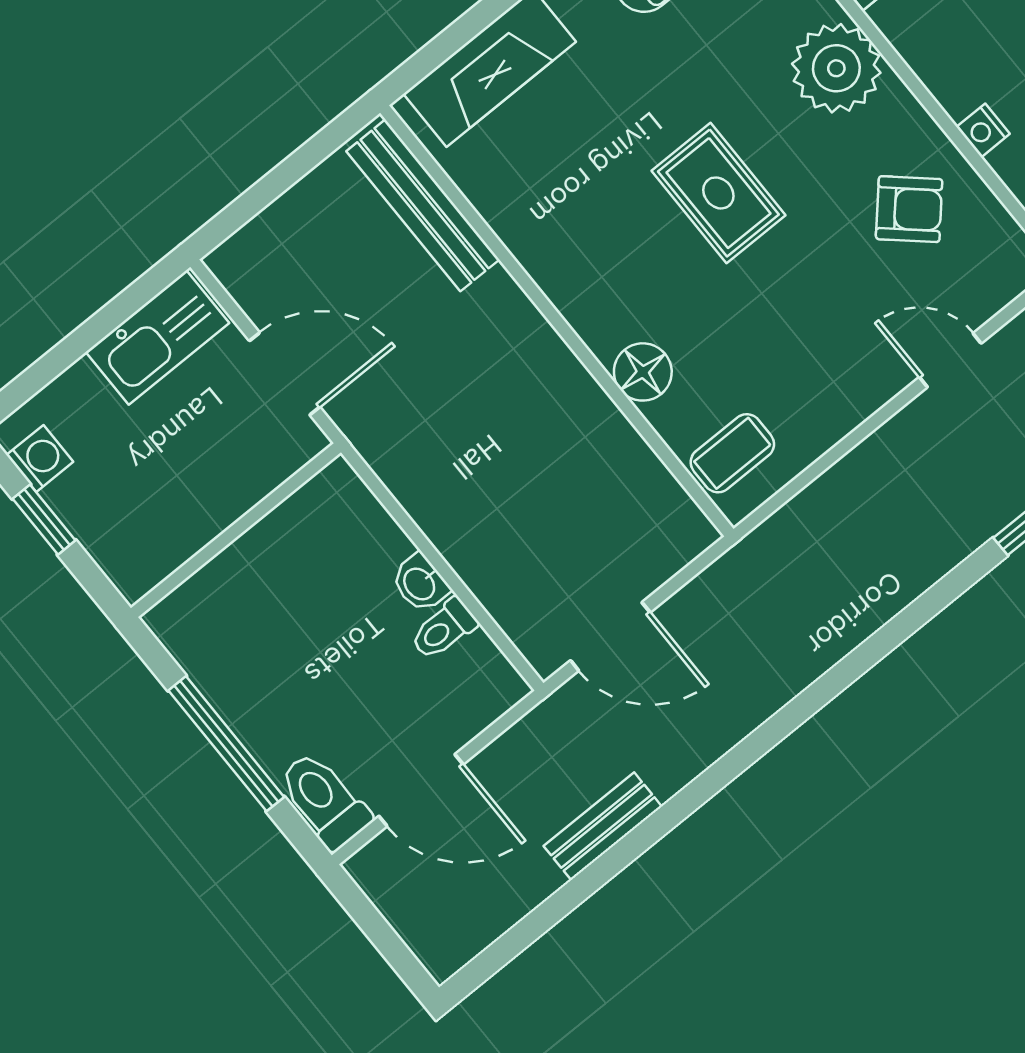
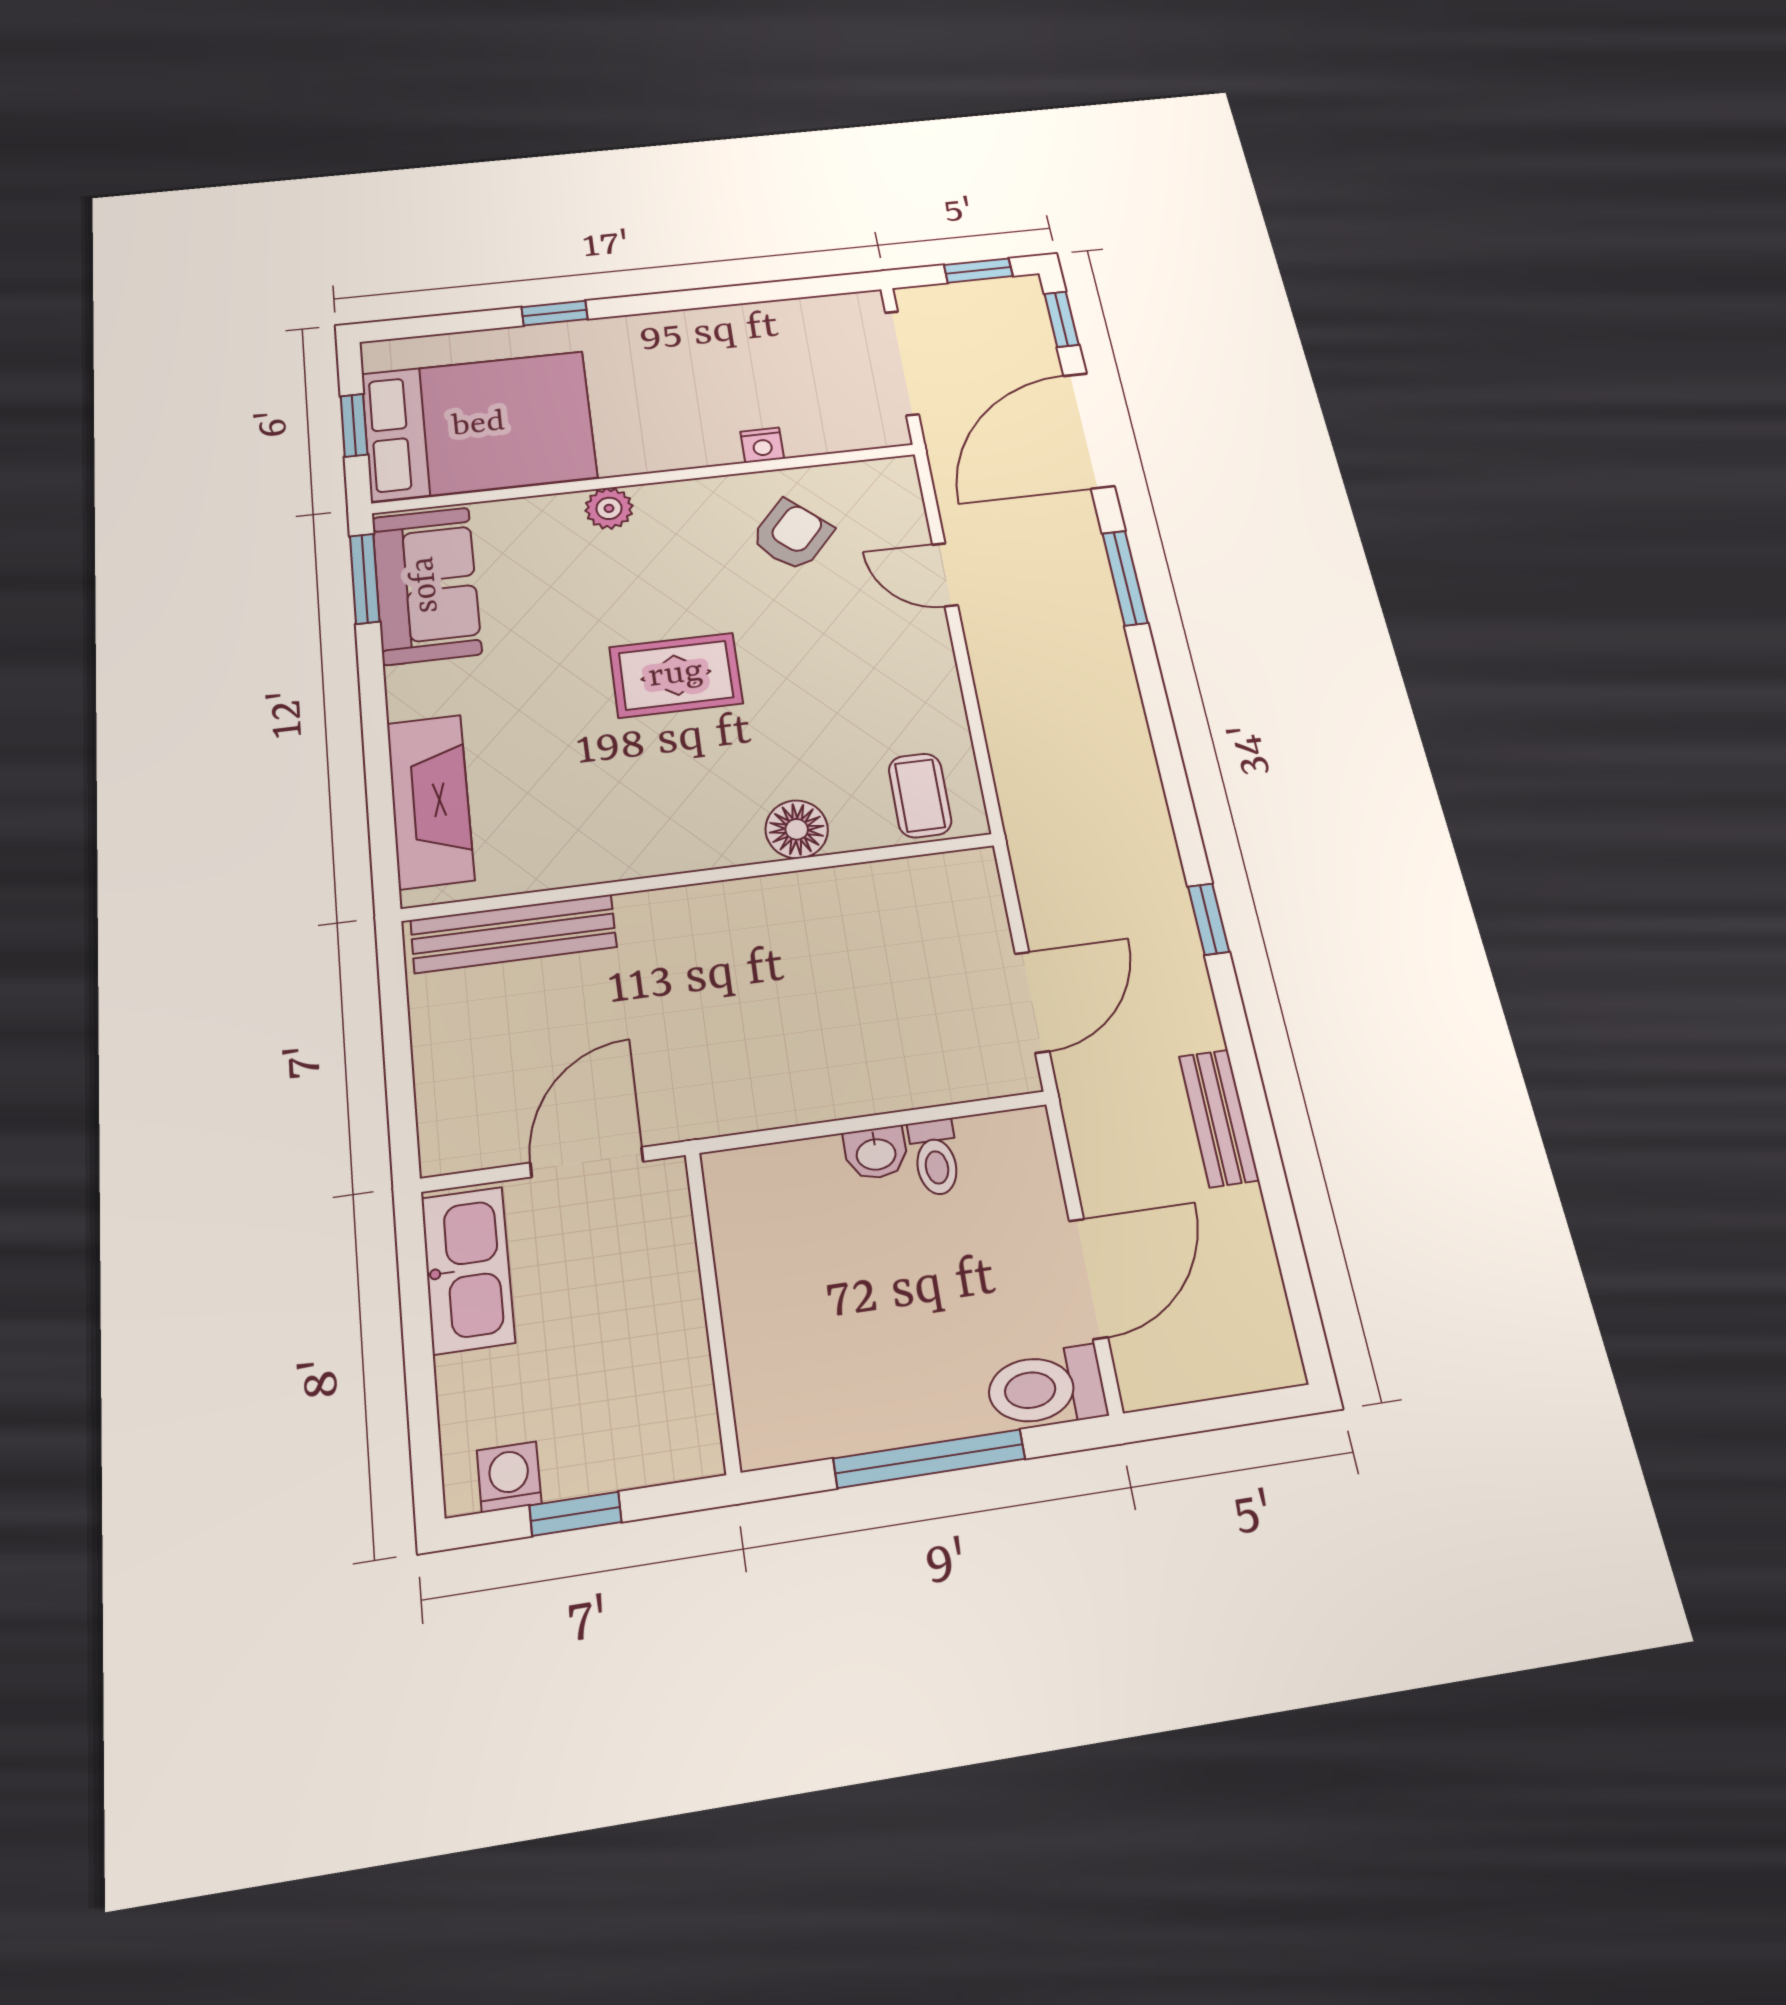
plant: (836, 68) -> (609, 508), width x0.53, depth x0.53
door: (950, 360) -> (945, 575), hinge flipped
window: (764, 739) -> (1209, 919), added

